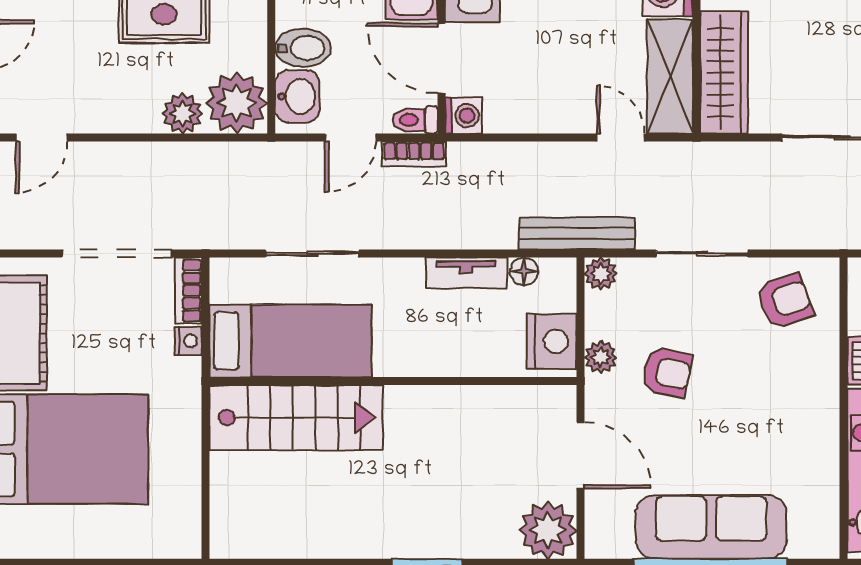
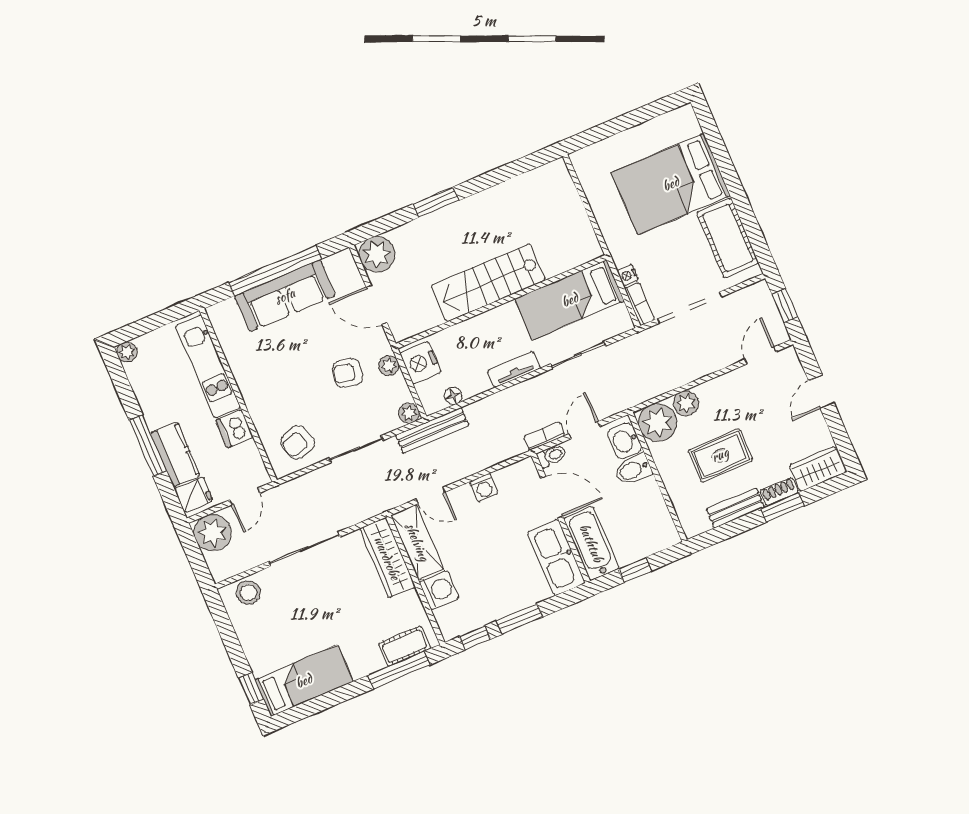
washing machine: (463, 116) -> (484, 488), moved, turned -90
tv unit: (466, 273) -> (514, 369), moved
stairs: (296, 418) -> (488, 283), moved

